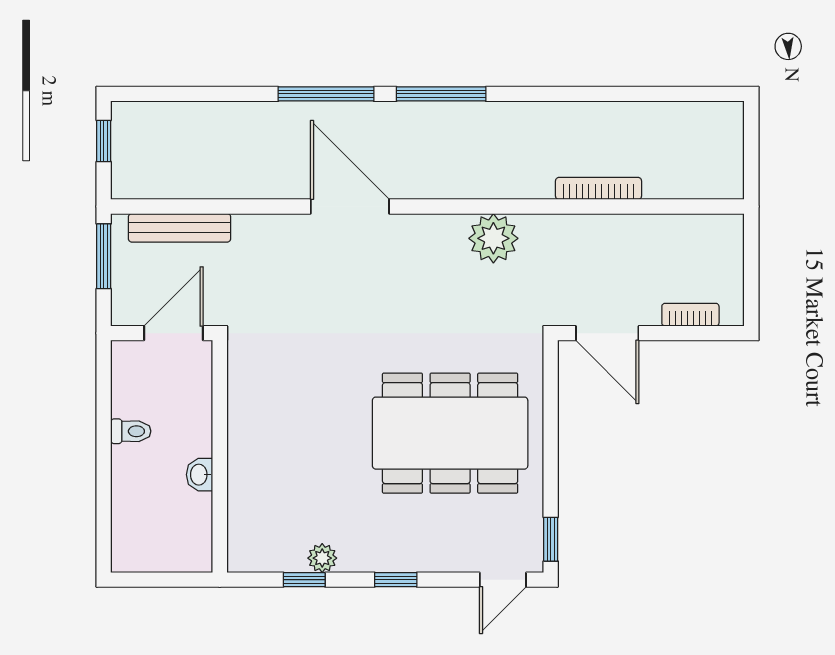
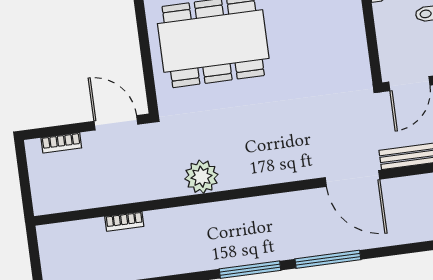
bookcase: (599, 188) -> (124, 221), width x0.64
door: (350, 206) -> (353, 178), moved

